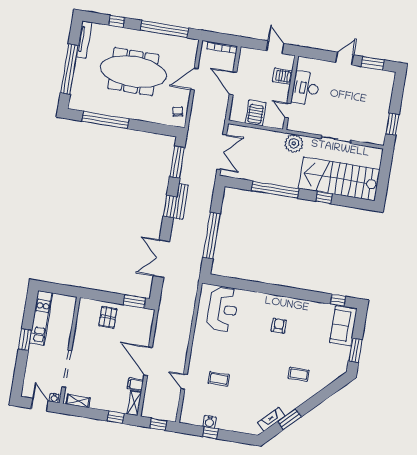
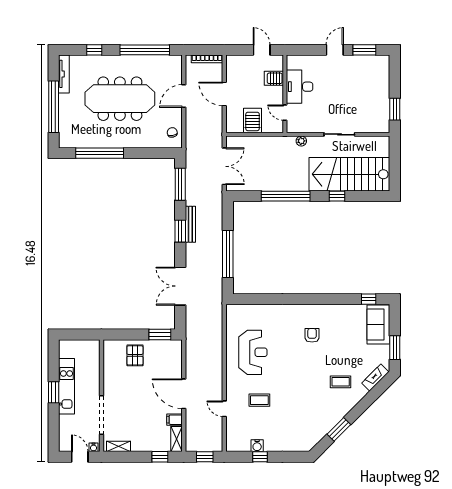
plant: (294, 143) -> (301, 141), width x0.53, depth x0.53
reception desk: (223, 309) -> (253, 352), moved
kitchen unit: (41, 318) -> (67, 386), moved
fireplace: (271, 419) -> (375, 378), moved

